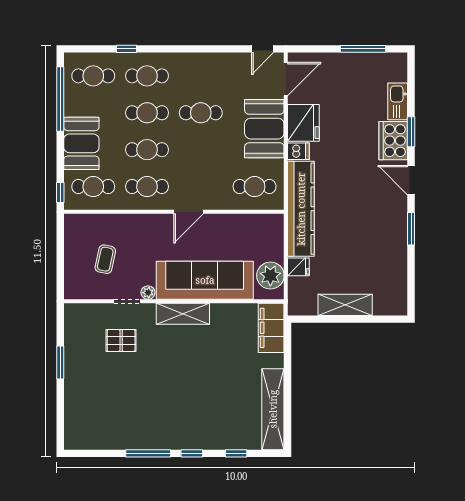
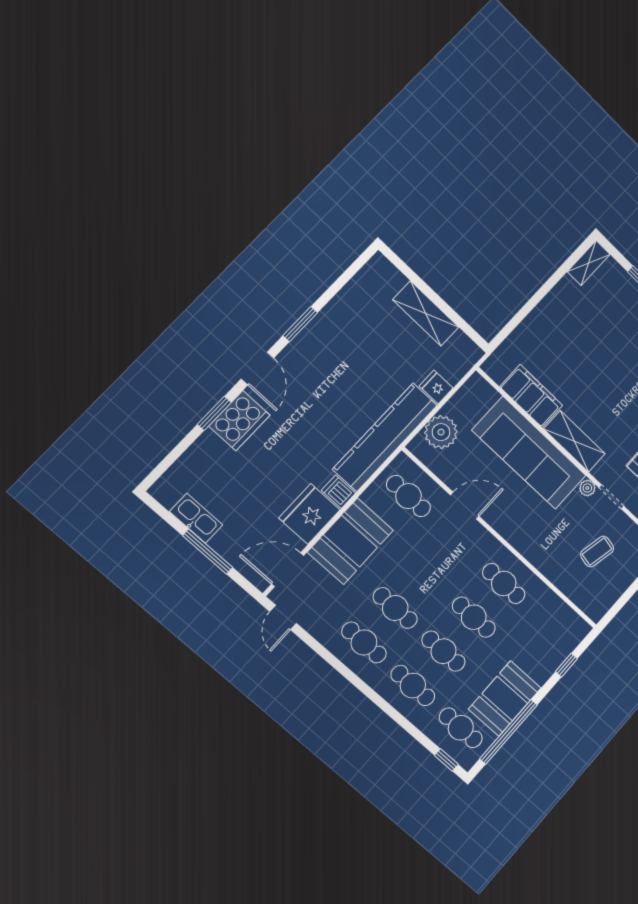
window: (126, 49) -> (446, 760), moved
door: (263, 49) -> (283, 617), swing flipped
window: (363, 49) -> (208, 552), moved
kitchen sink: (398, 101) -> (196, 518), moved, turned -90
booth: (81, 143) -> (505, 699), moved
cafe table: (93, 187) -> (364, 642), moved
window: (60, 193) -> (566, 665), moved
door: (189, 212) -> (465, 506), moved
plant: (270, 276) -> (441, 432), moved
filing cabinet: (271, 328) -> (531, 396), moved, turned -90
shelving: (273, 409) -> (589, 263), width x0.45, depth x0.75

